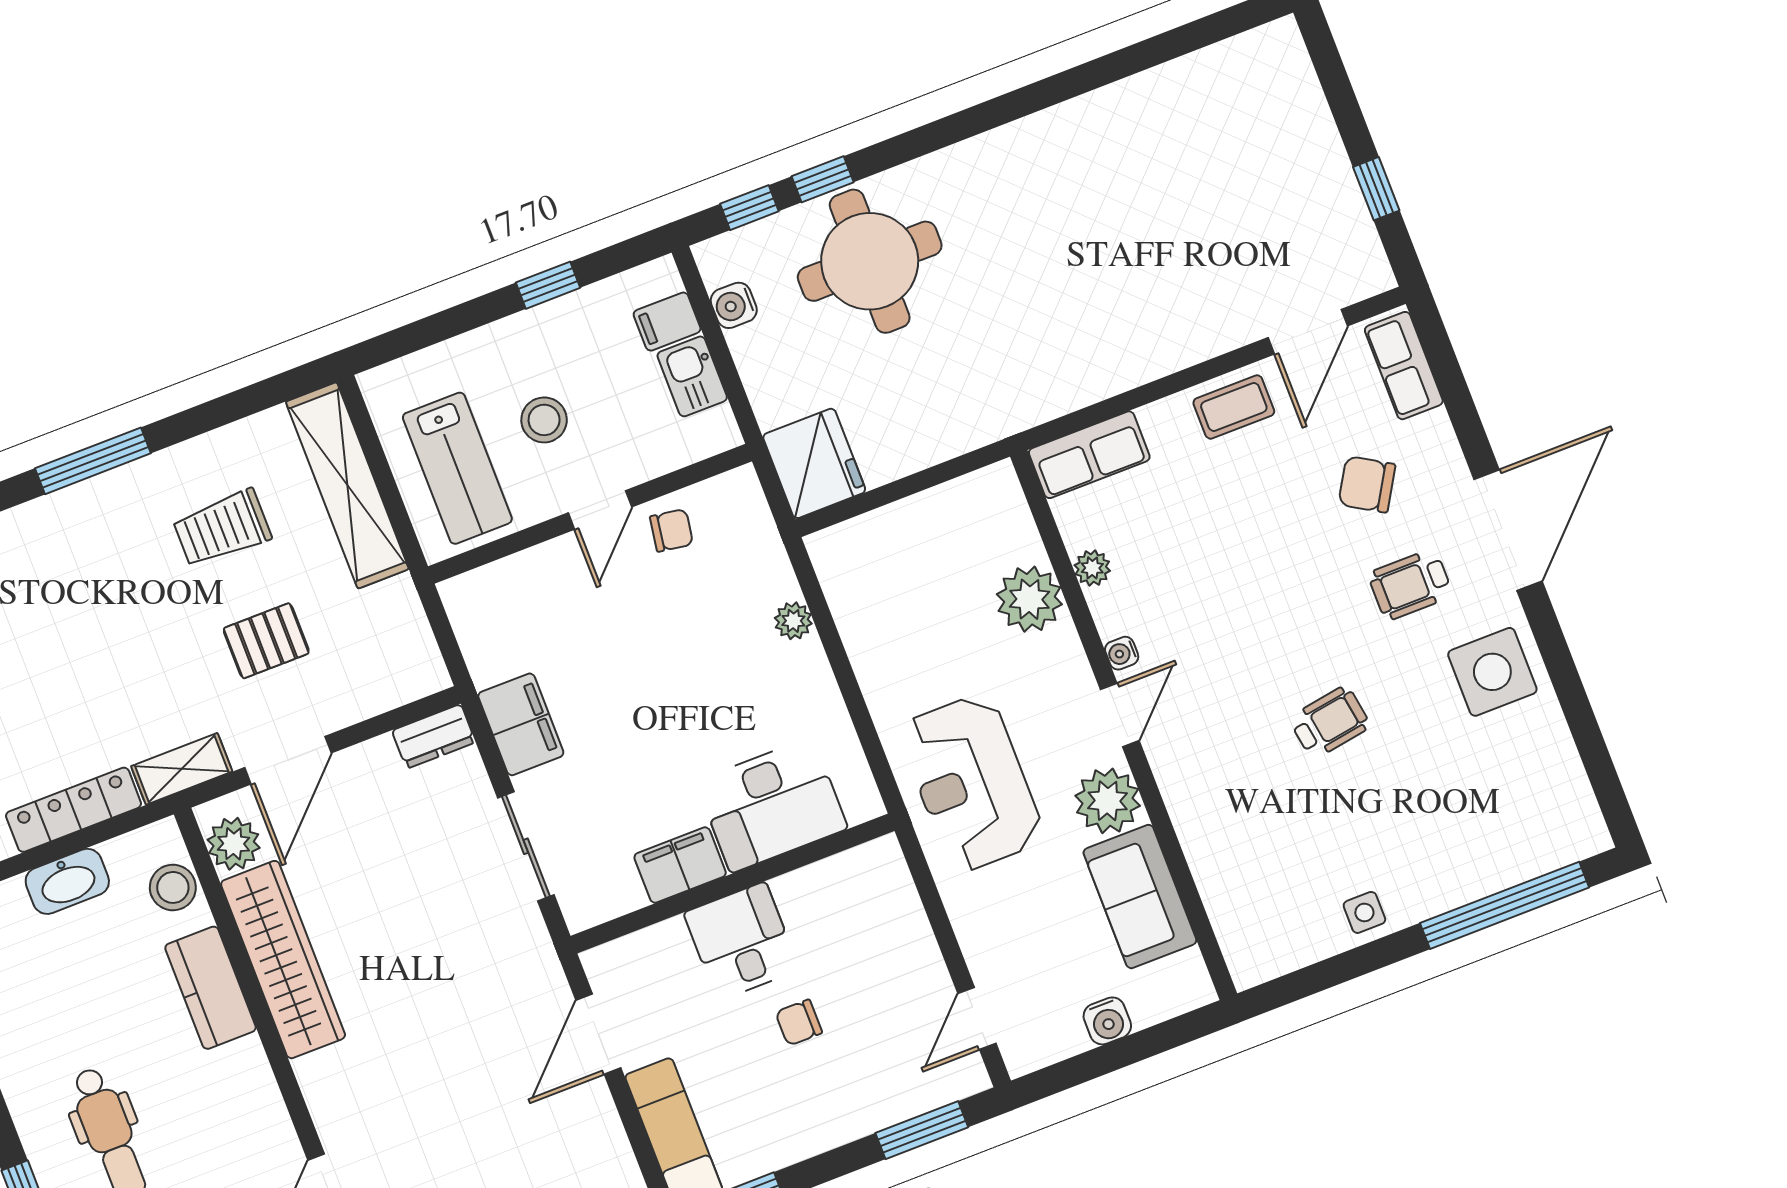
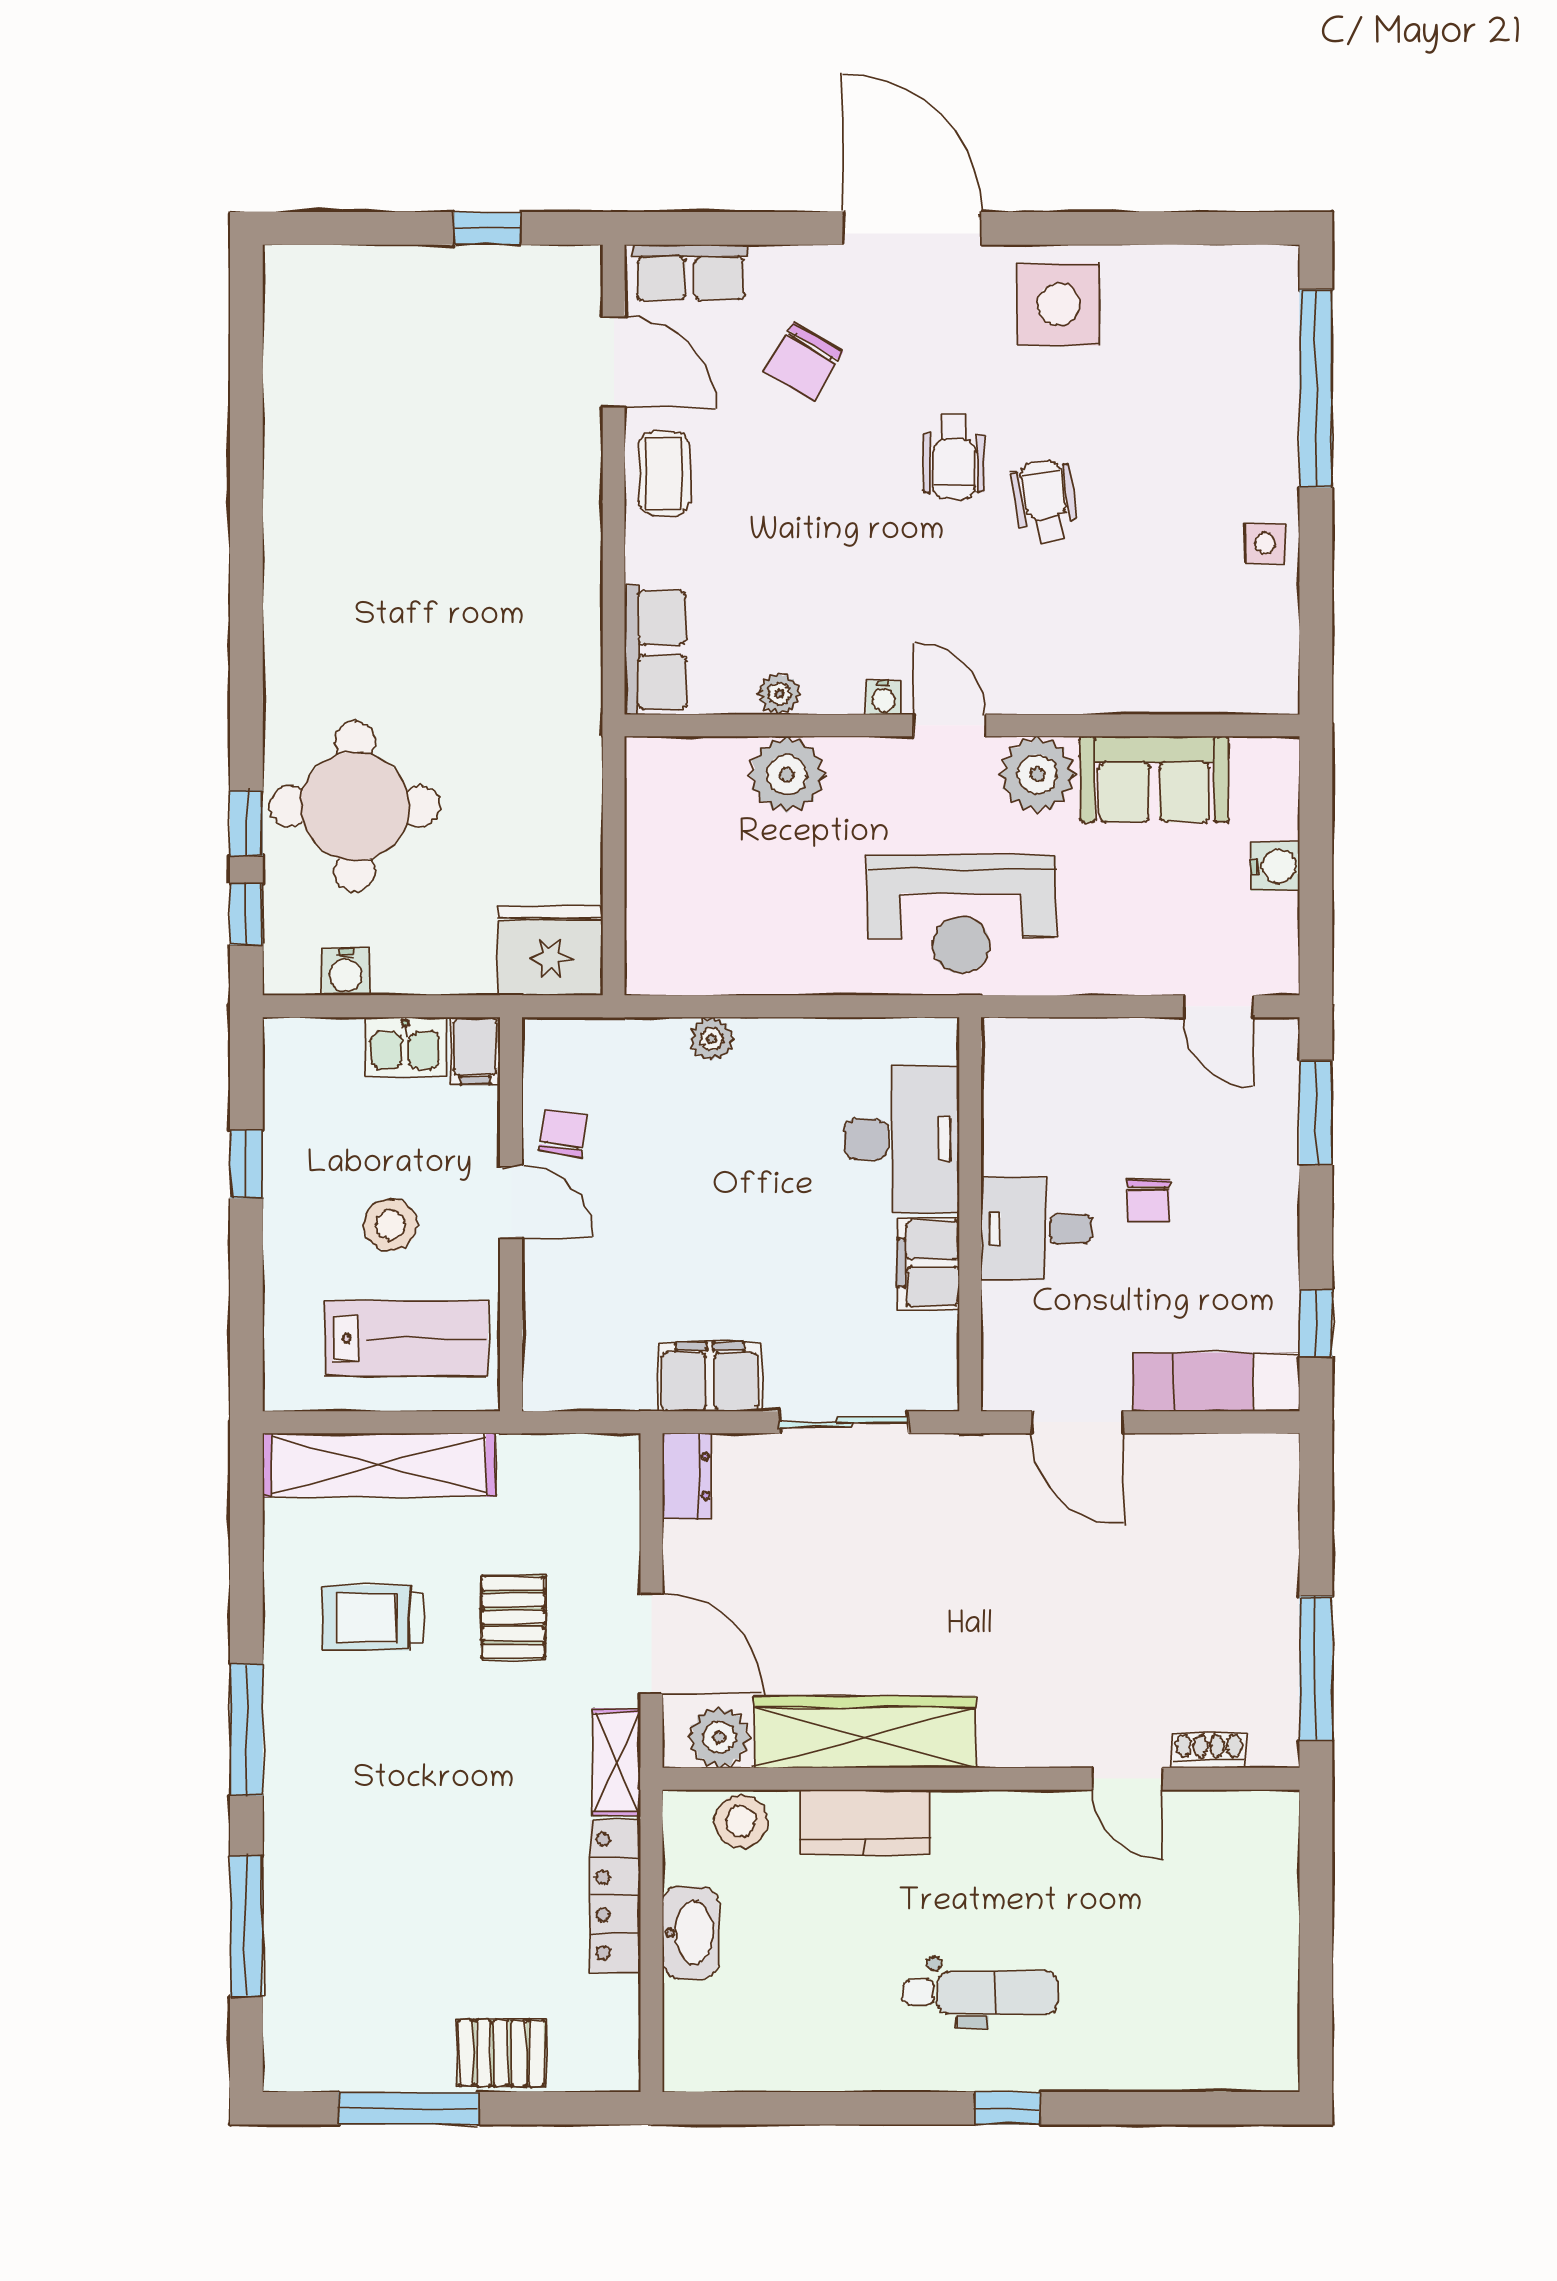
filing cabinet: (667, 322) -> (475, 1051), moved
trolley: (222, 528) -> (373, 1618), turned 90
wheelchair: (1410, 585) -> (954, 456), moved

